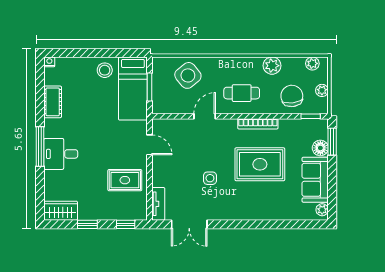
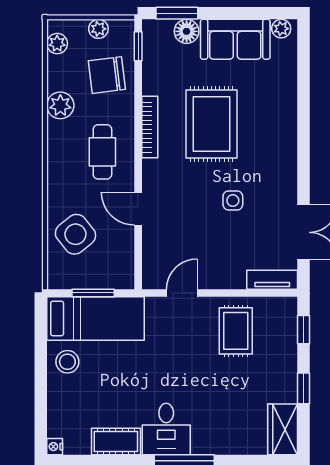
desk: (61, 154) -> (166, 429), moved

